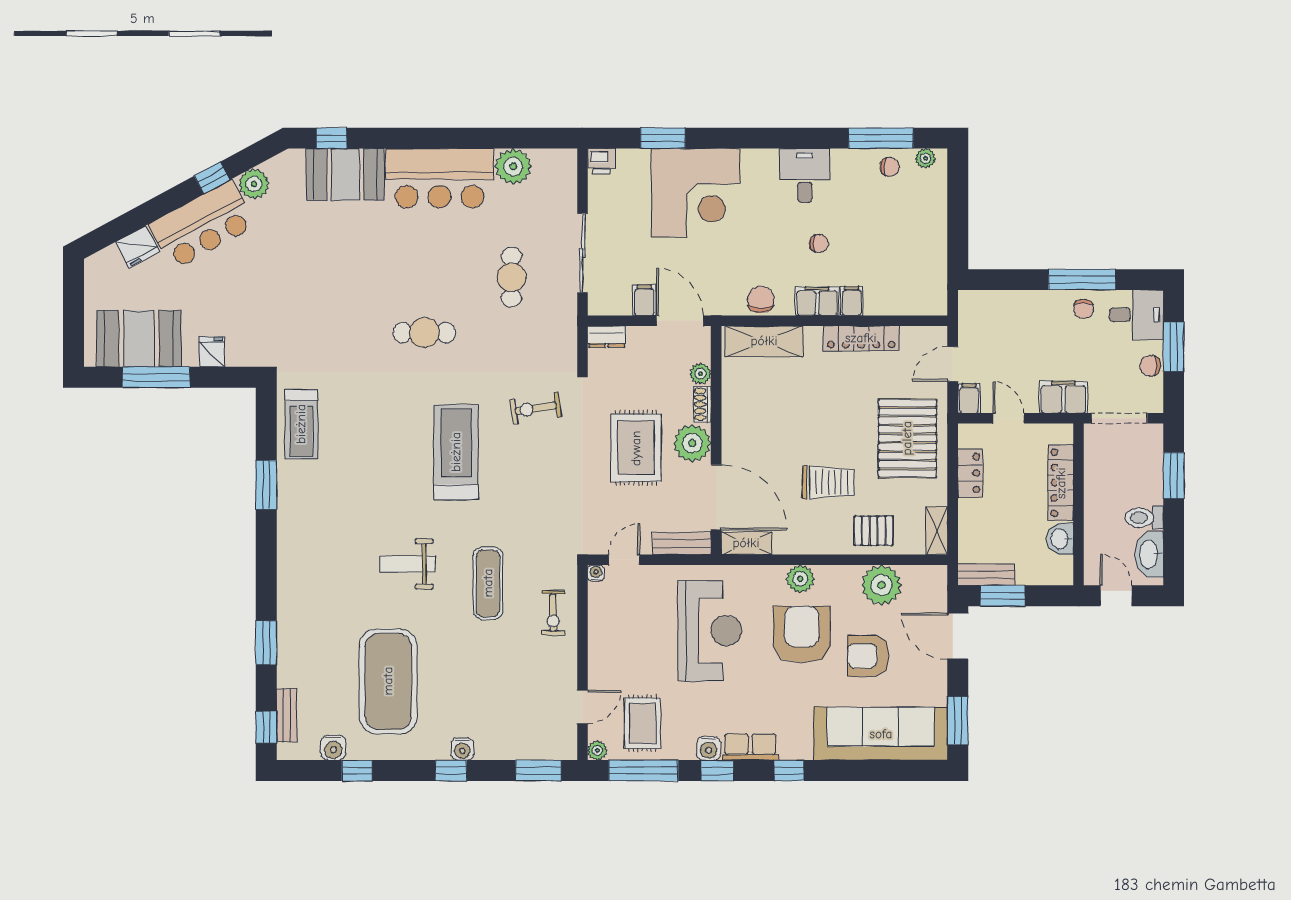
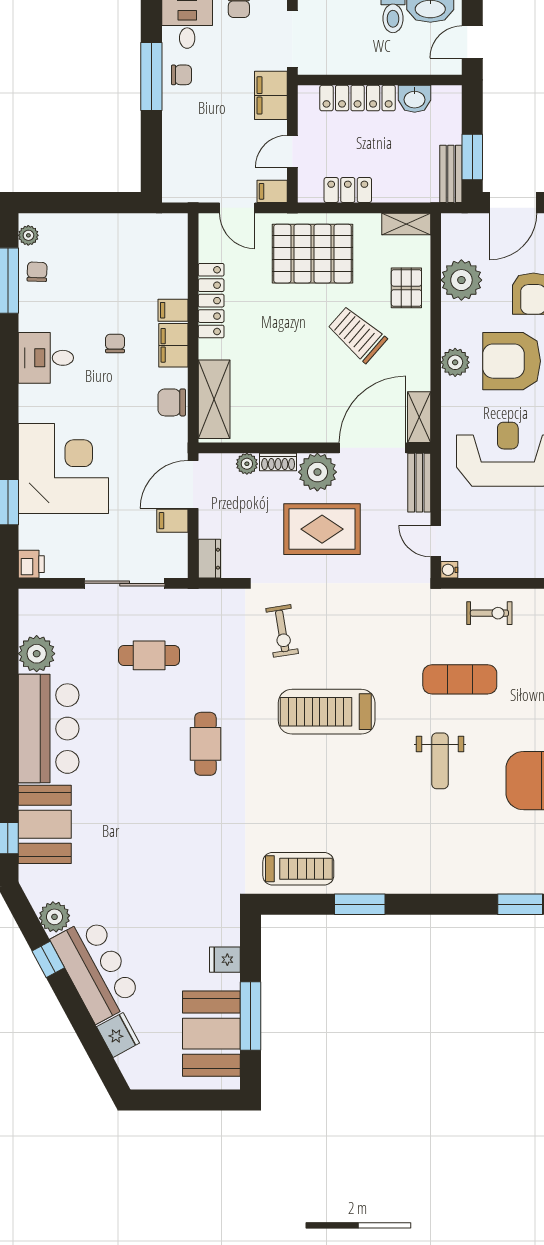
trolley: (828, 482) -> (357, 334), turned -49

